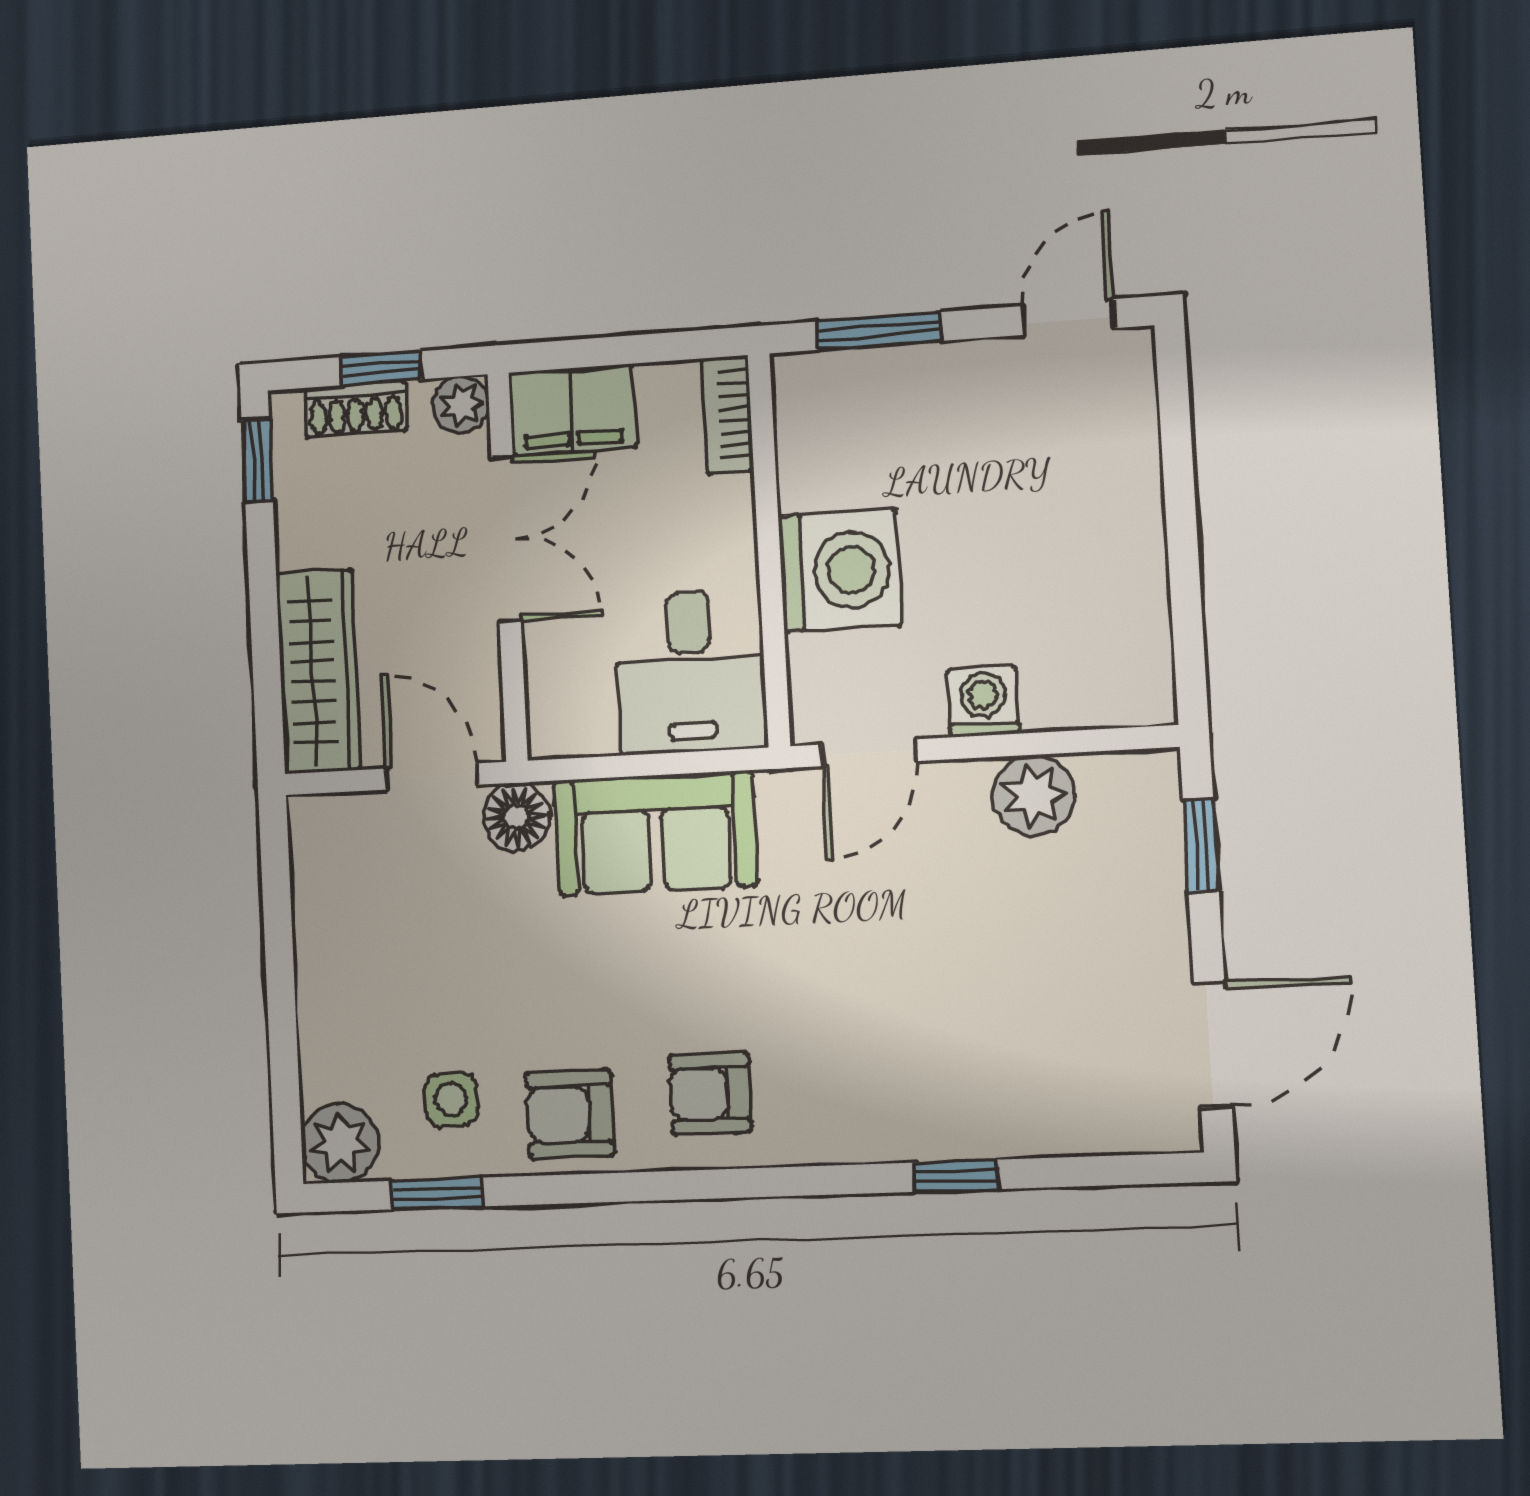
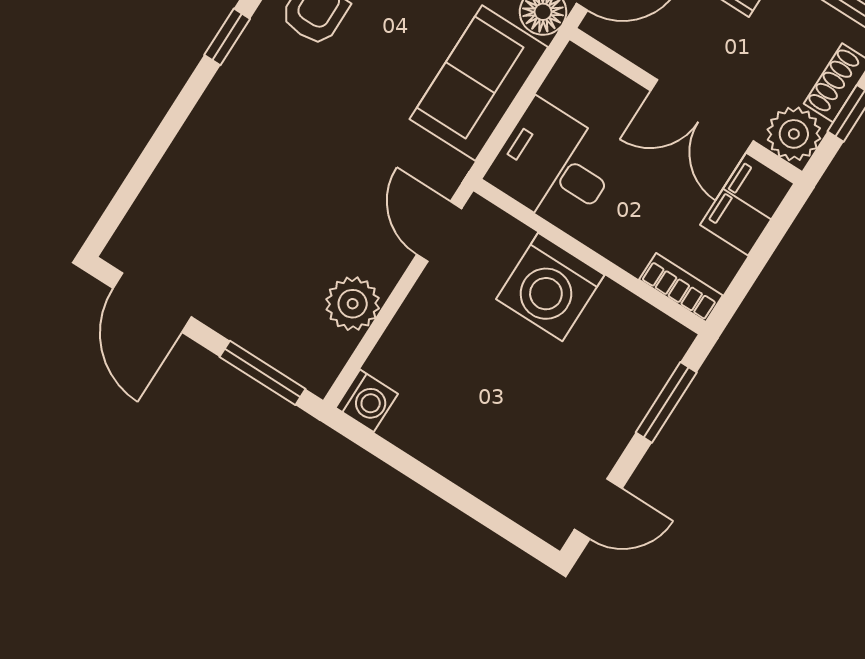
door: (1068, 317) -> (598, 509), hinge flipped
plant: (461, 405) -> (794, 134), width x1.38, depth x1.38
washing machine: (983, 702) -> (367, 401), moved
window: (1201, 846) -> (263, 373), width x1.50
window: (956, 1176) -> (227, 37), moved

